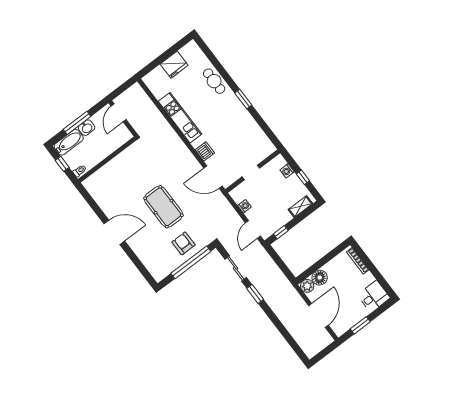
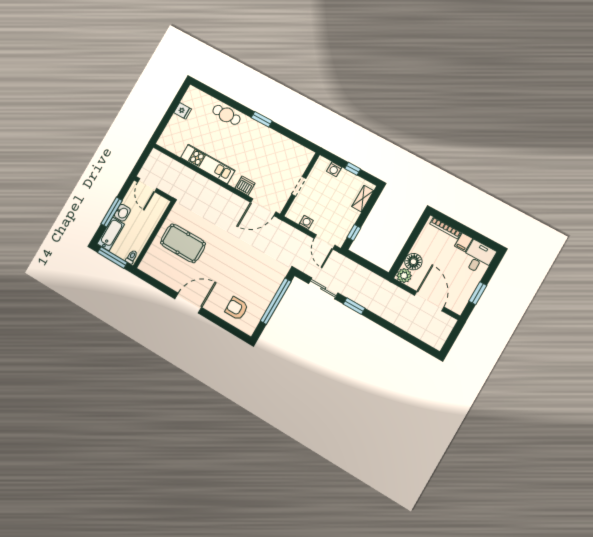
fridge: (174, 65) -> (183, 111), width x0.53, depth x0.75
window: (62, 164) -> (112, 257), width x2.17
pool table: (163, 207) -> (183, 243), moved
armchair: (184, 243) -> (237, 308), moved
filing cabinet: (367, 279) -> (464, 242), added

